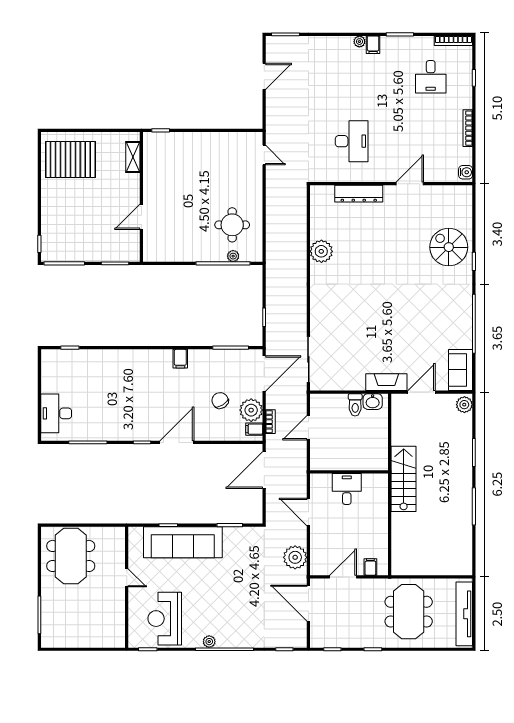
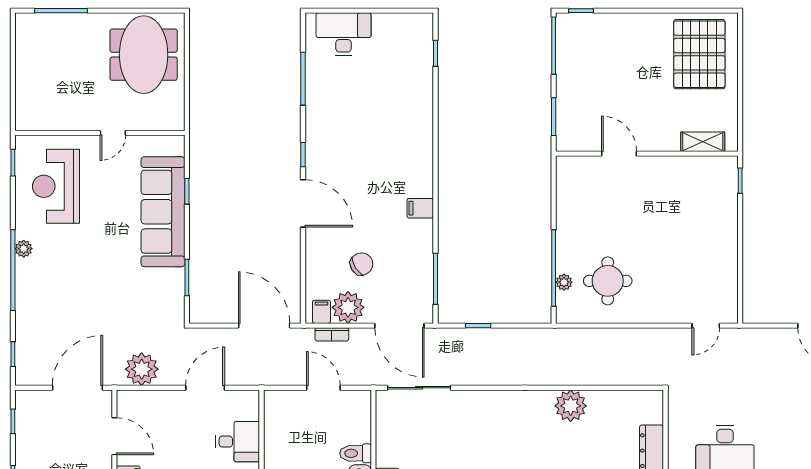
meeting table: (71, 556) -> (144, 55), turned 90
reception desk: (165, 619) -> (56, 186), turned -90

